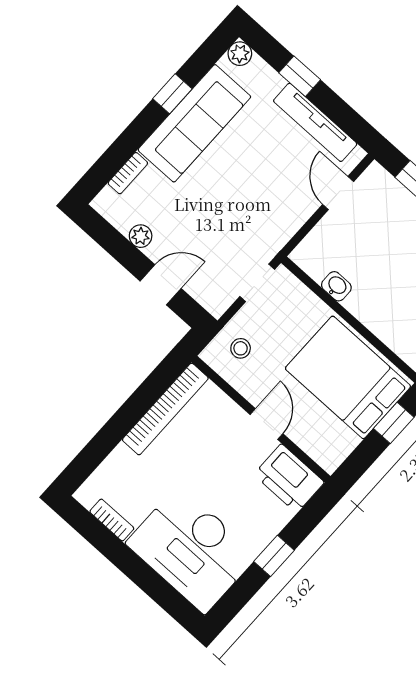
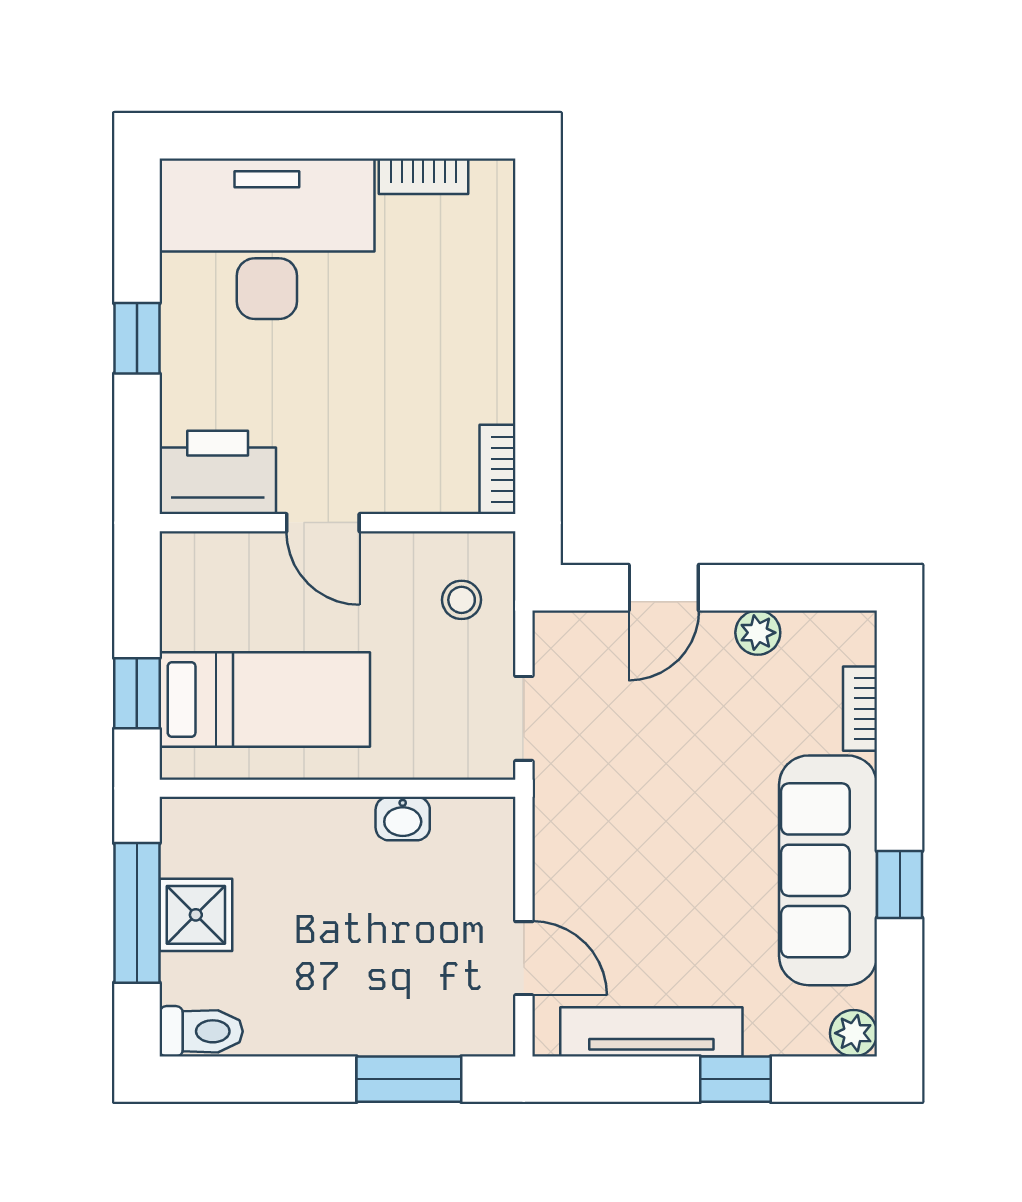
bed: (348, 377) -> (265, 700), width x0.67
bookcase: (165, 409) -> (497, 469), width x0.43, depth x0.76

